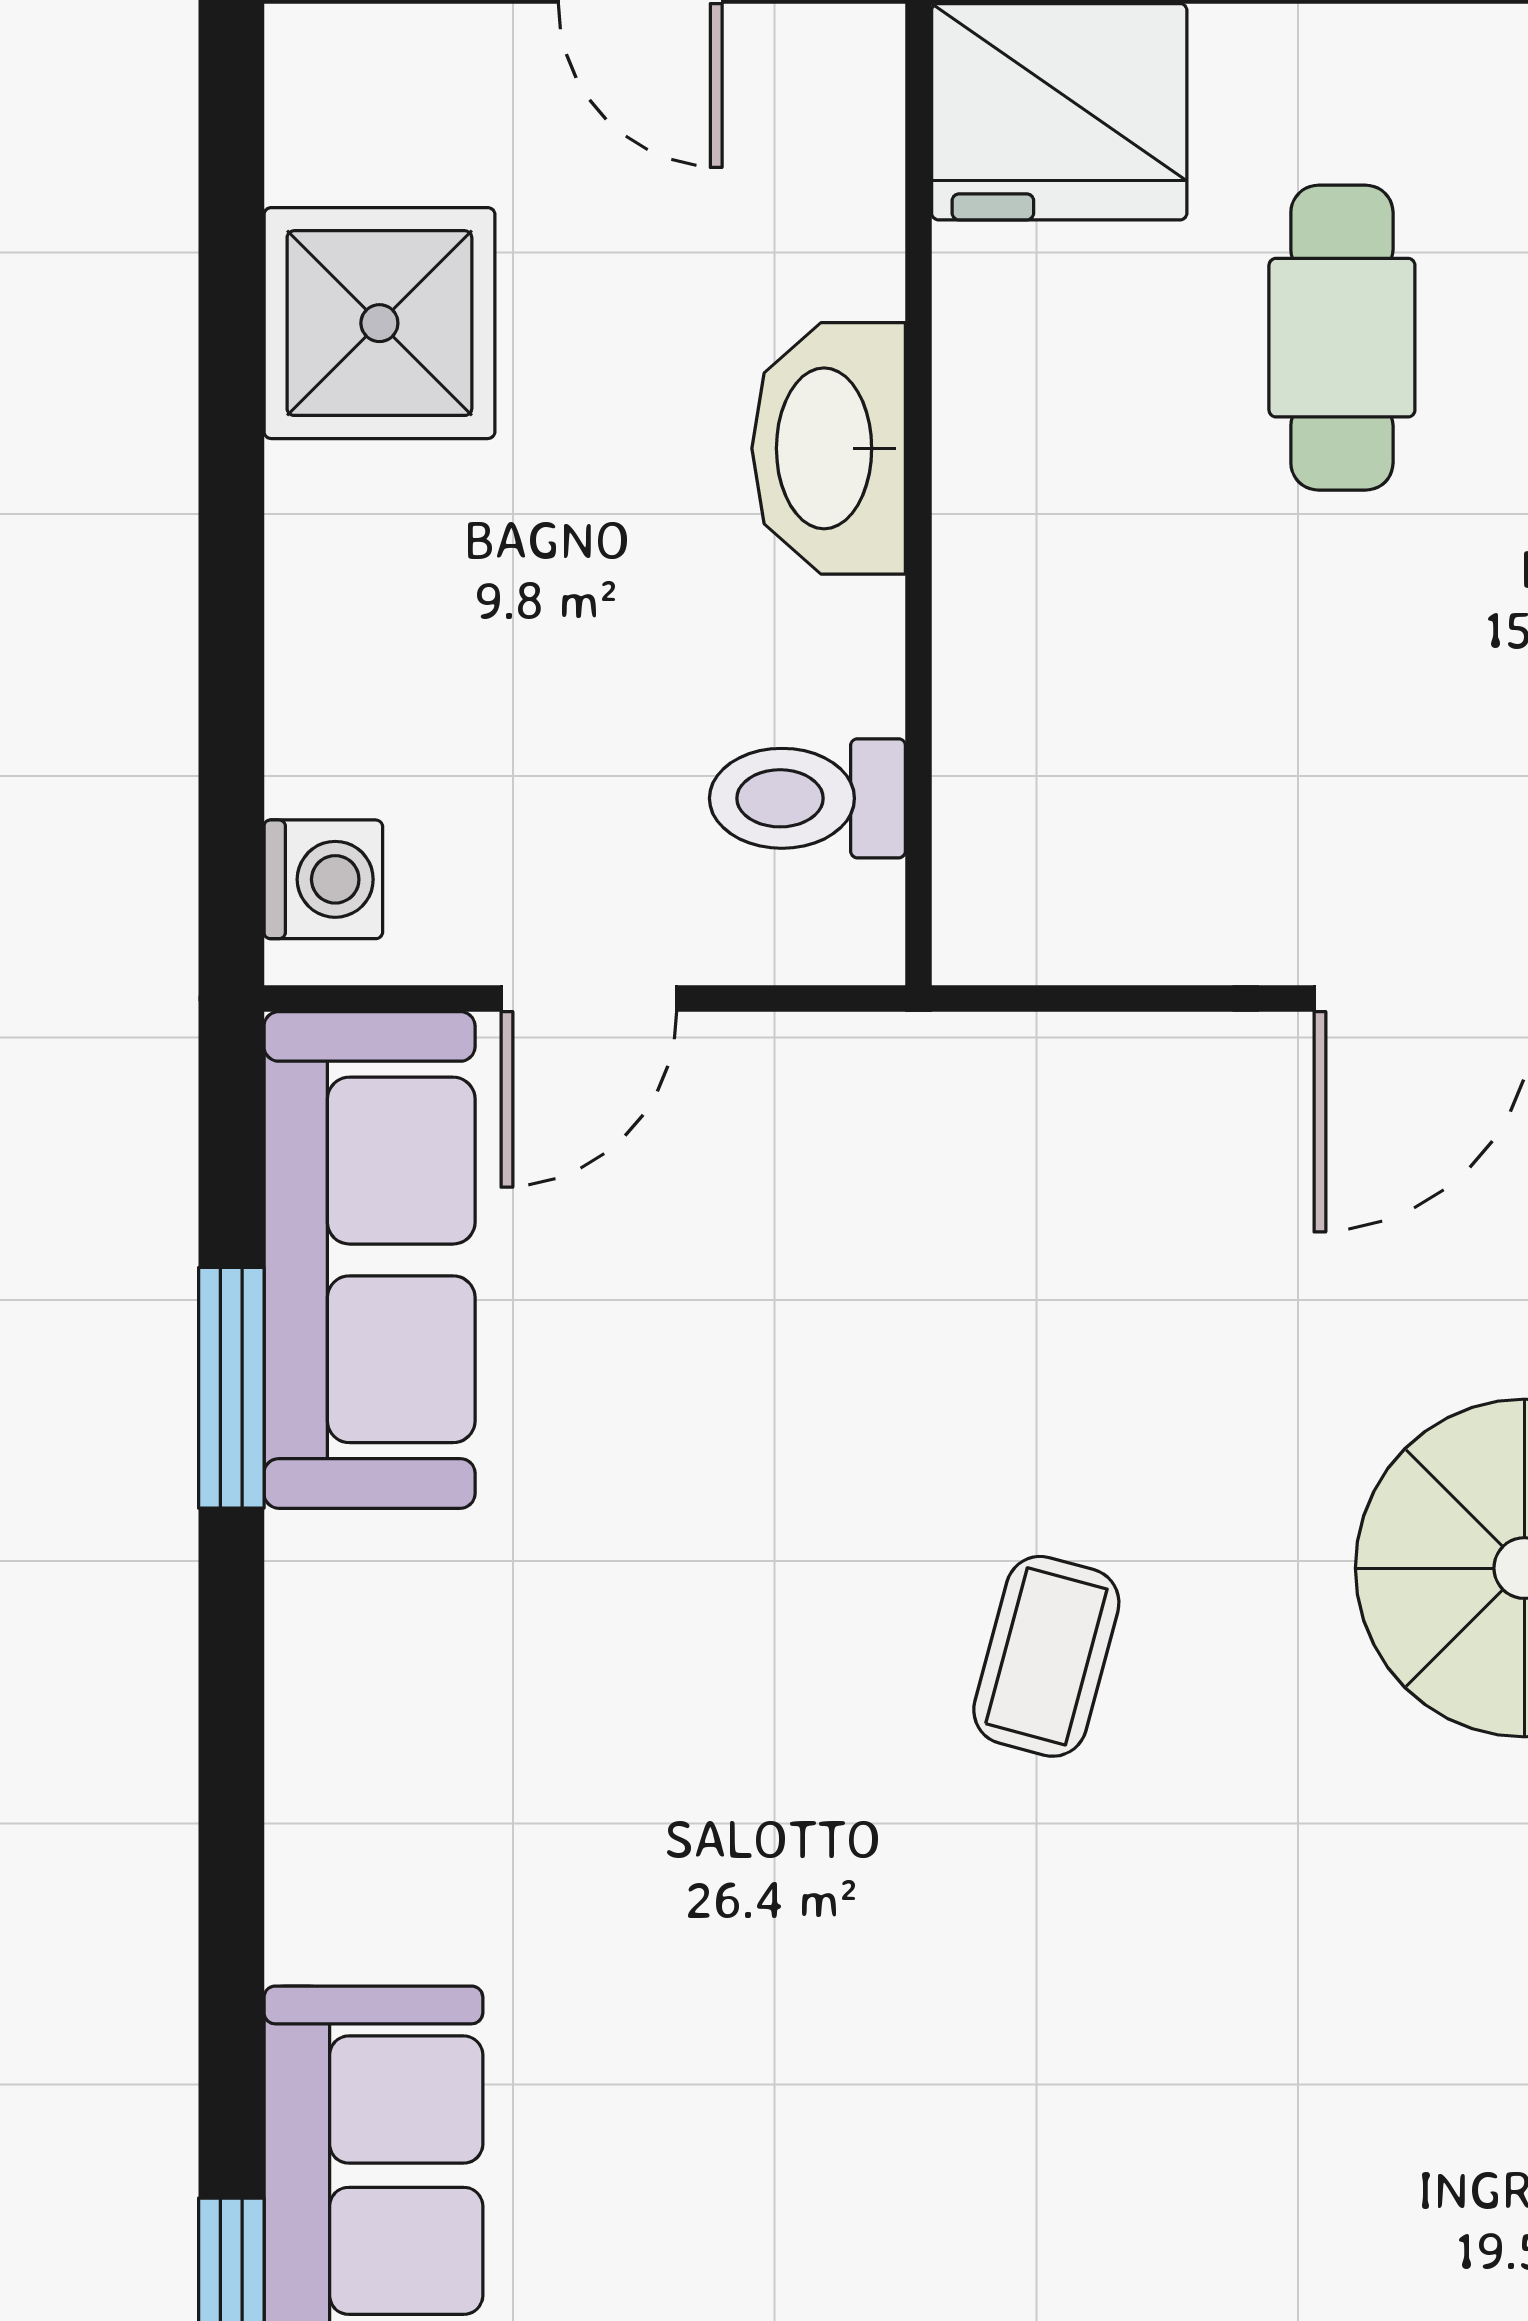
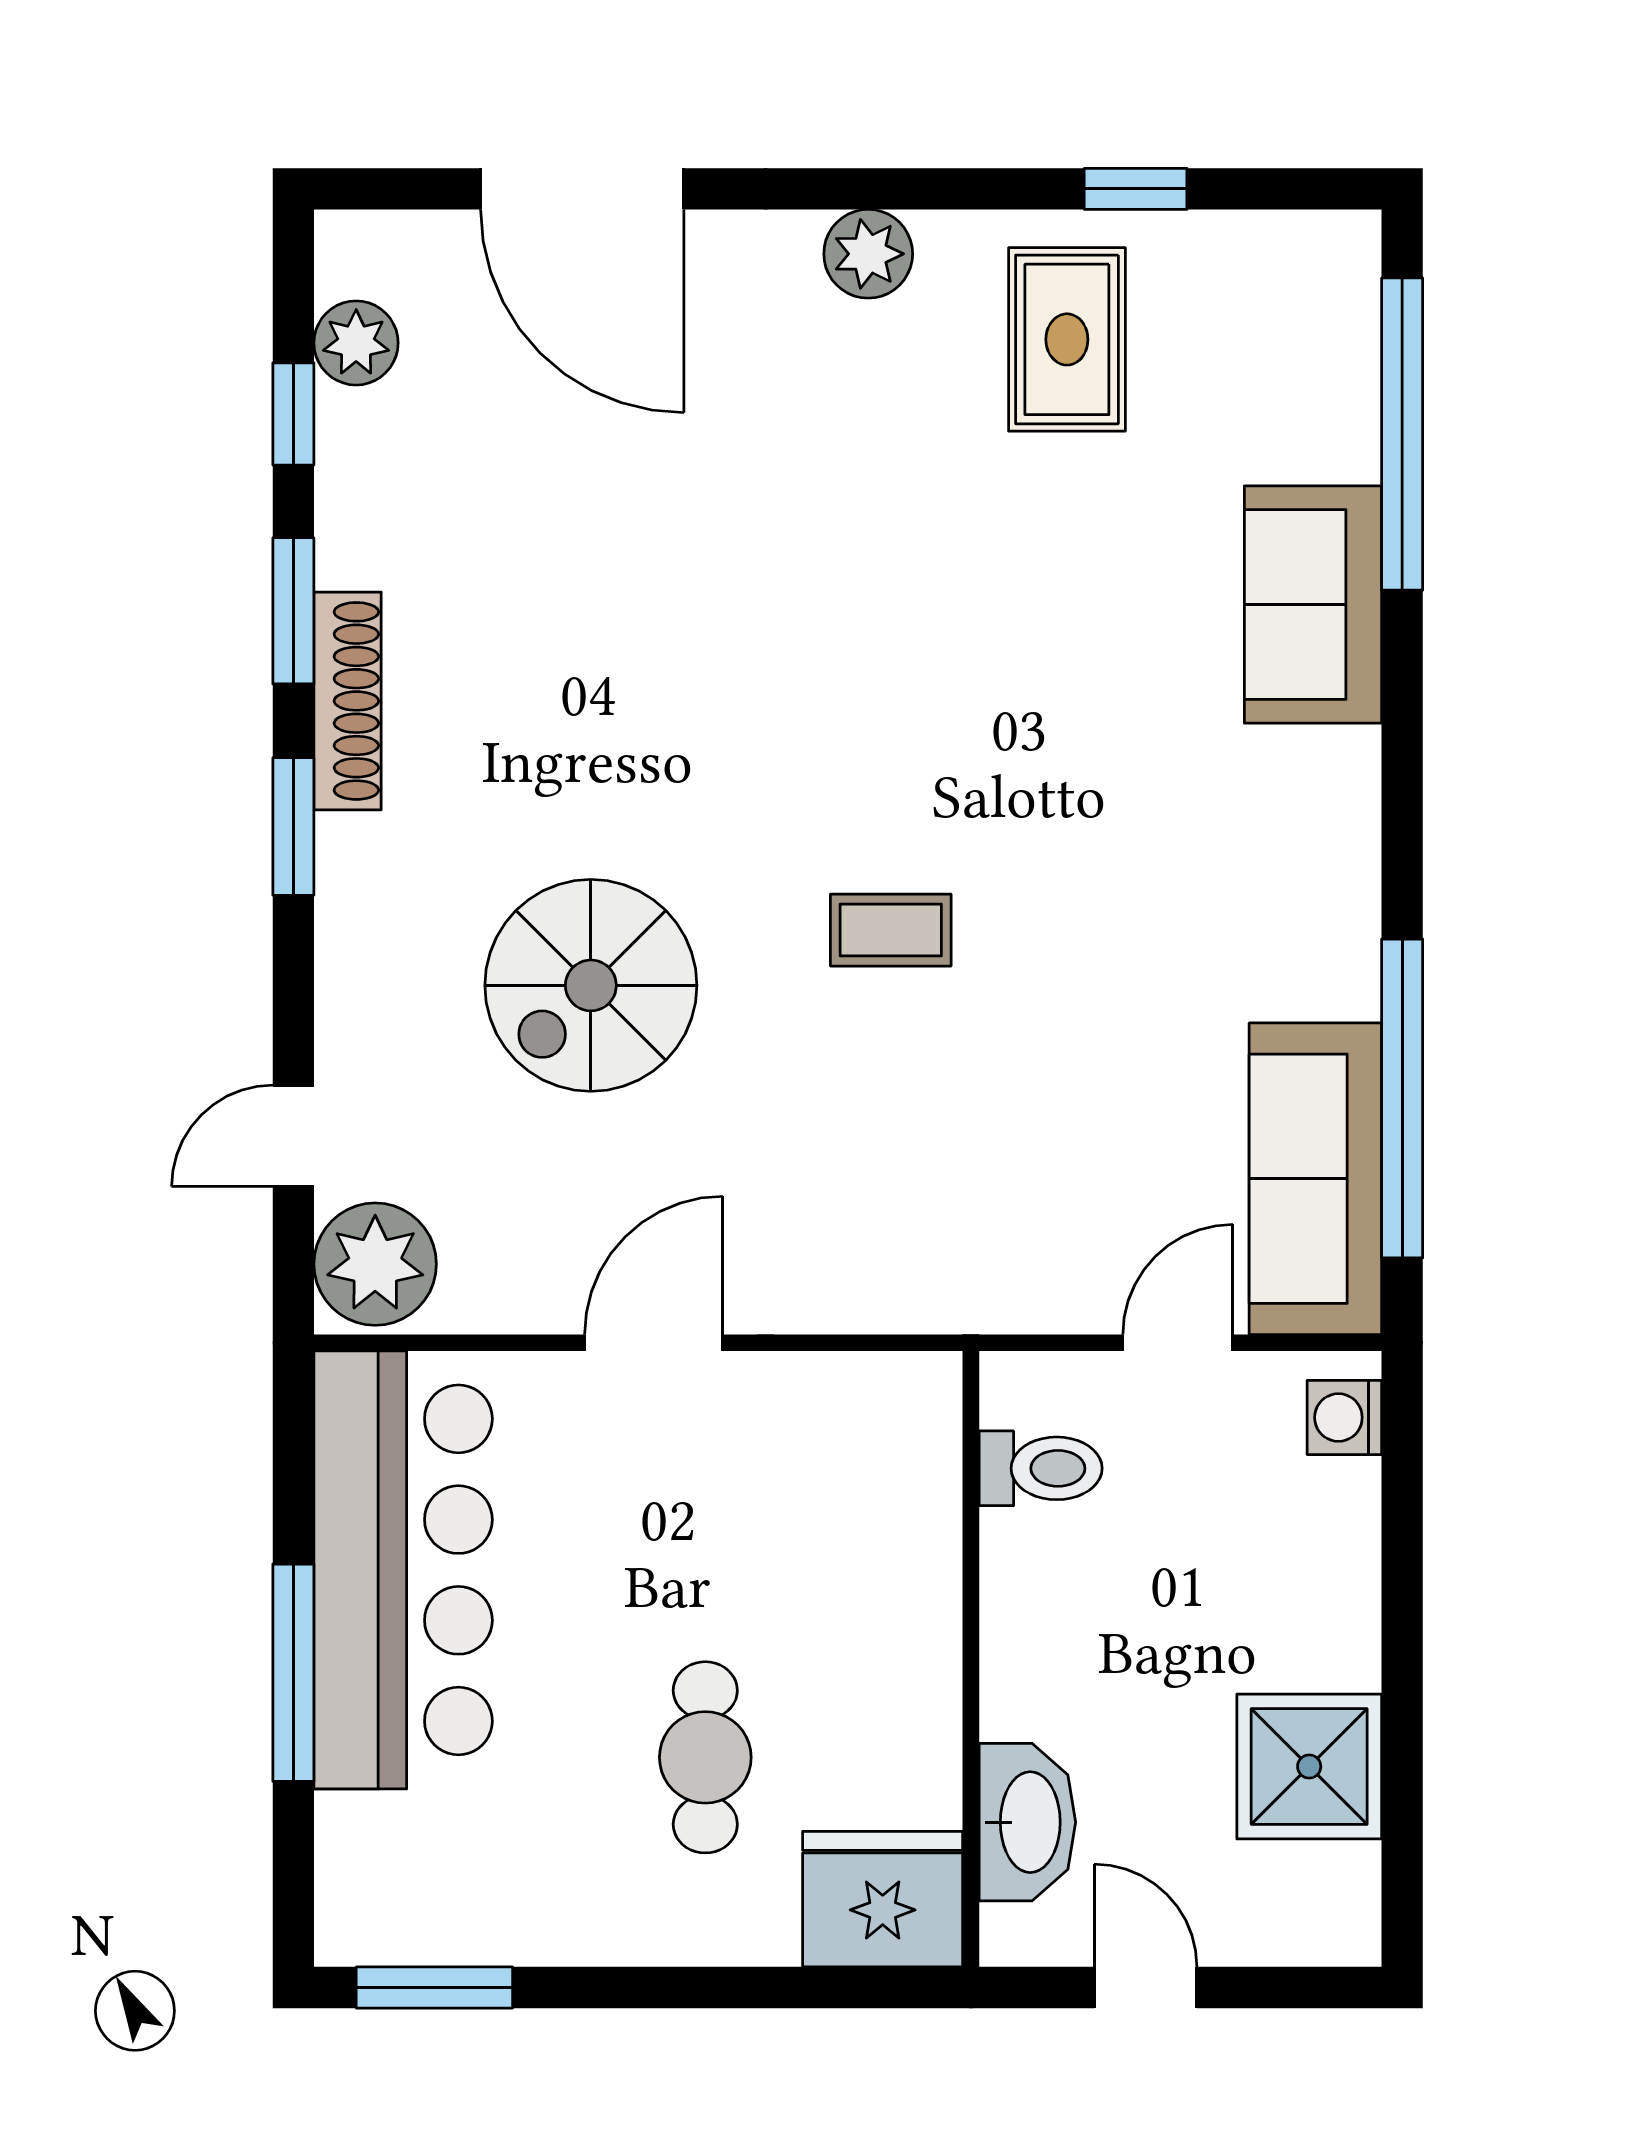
washbasin: (829, 448) -> (1027, 1822), moved
window: (231, 1388) -> (1402, 1098), width x2.11
coffee table: (1046, 1656) -> (891, 930), turned 75

